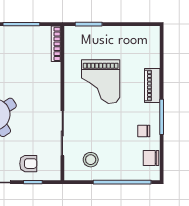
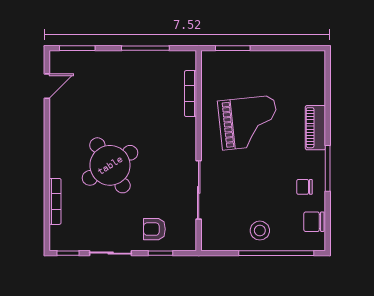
bookcase: (56, 44) -> (190, 94), moved
grand piano: (101, 82) -> (248, 123), turned -96
stool: (91, 160) -> (260, 231), moved
armchair: (28, 164) -> (154, 229), turned 180

